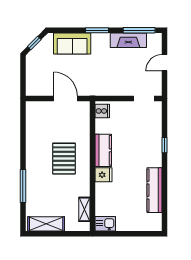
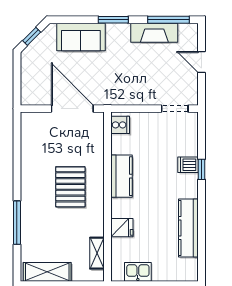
door: (165, 63) -> (201, 62), hinge flipped
door: (65, 99) -> (72, 109), width x1.36
dishwasher: (154, 142) -> (188, 165), added
fridge: (104, 175) -> (122, 228), moved
kitchen sink: (105, 224) -> (138, 272), moved

